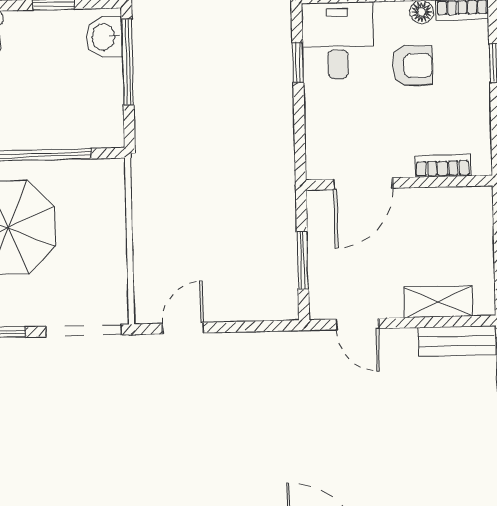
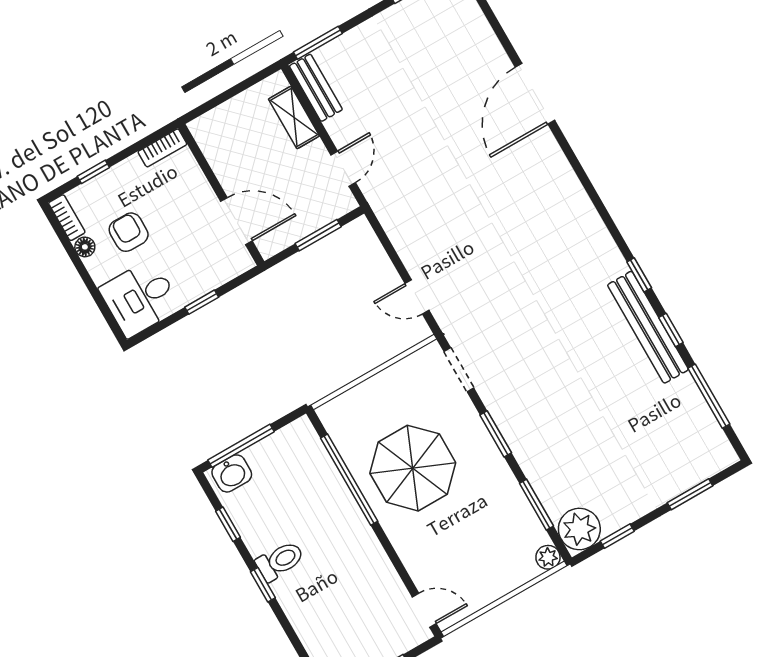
window: (298, 63) -> (202, 302), moved
bookcase: (443, 166) -> (162, 148), moved, turned -90
doorway: (84, 331) -> (459, 370), width x0.73

